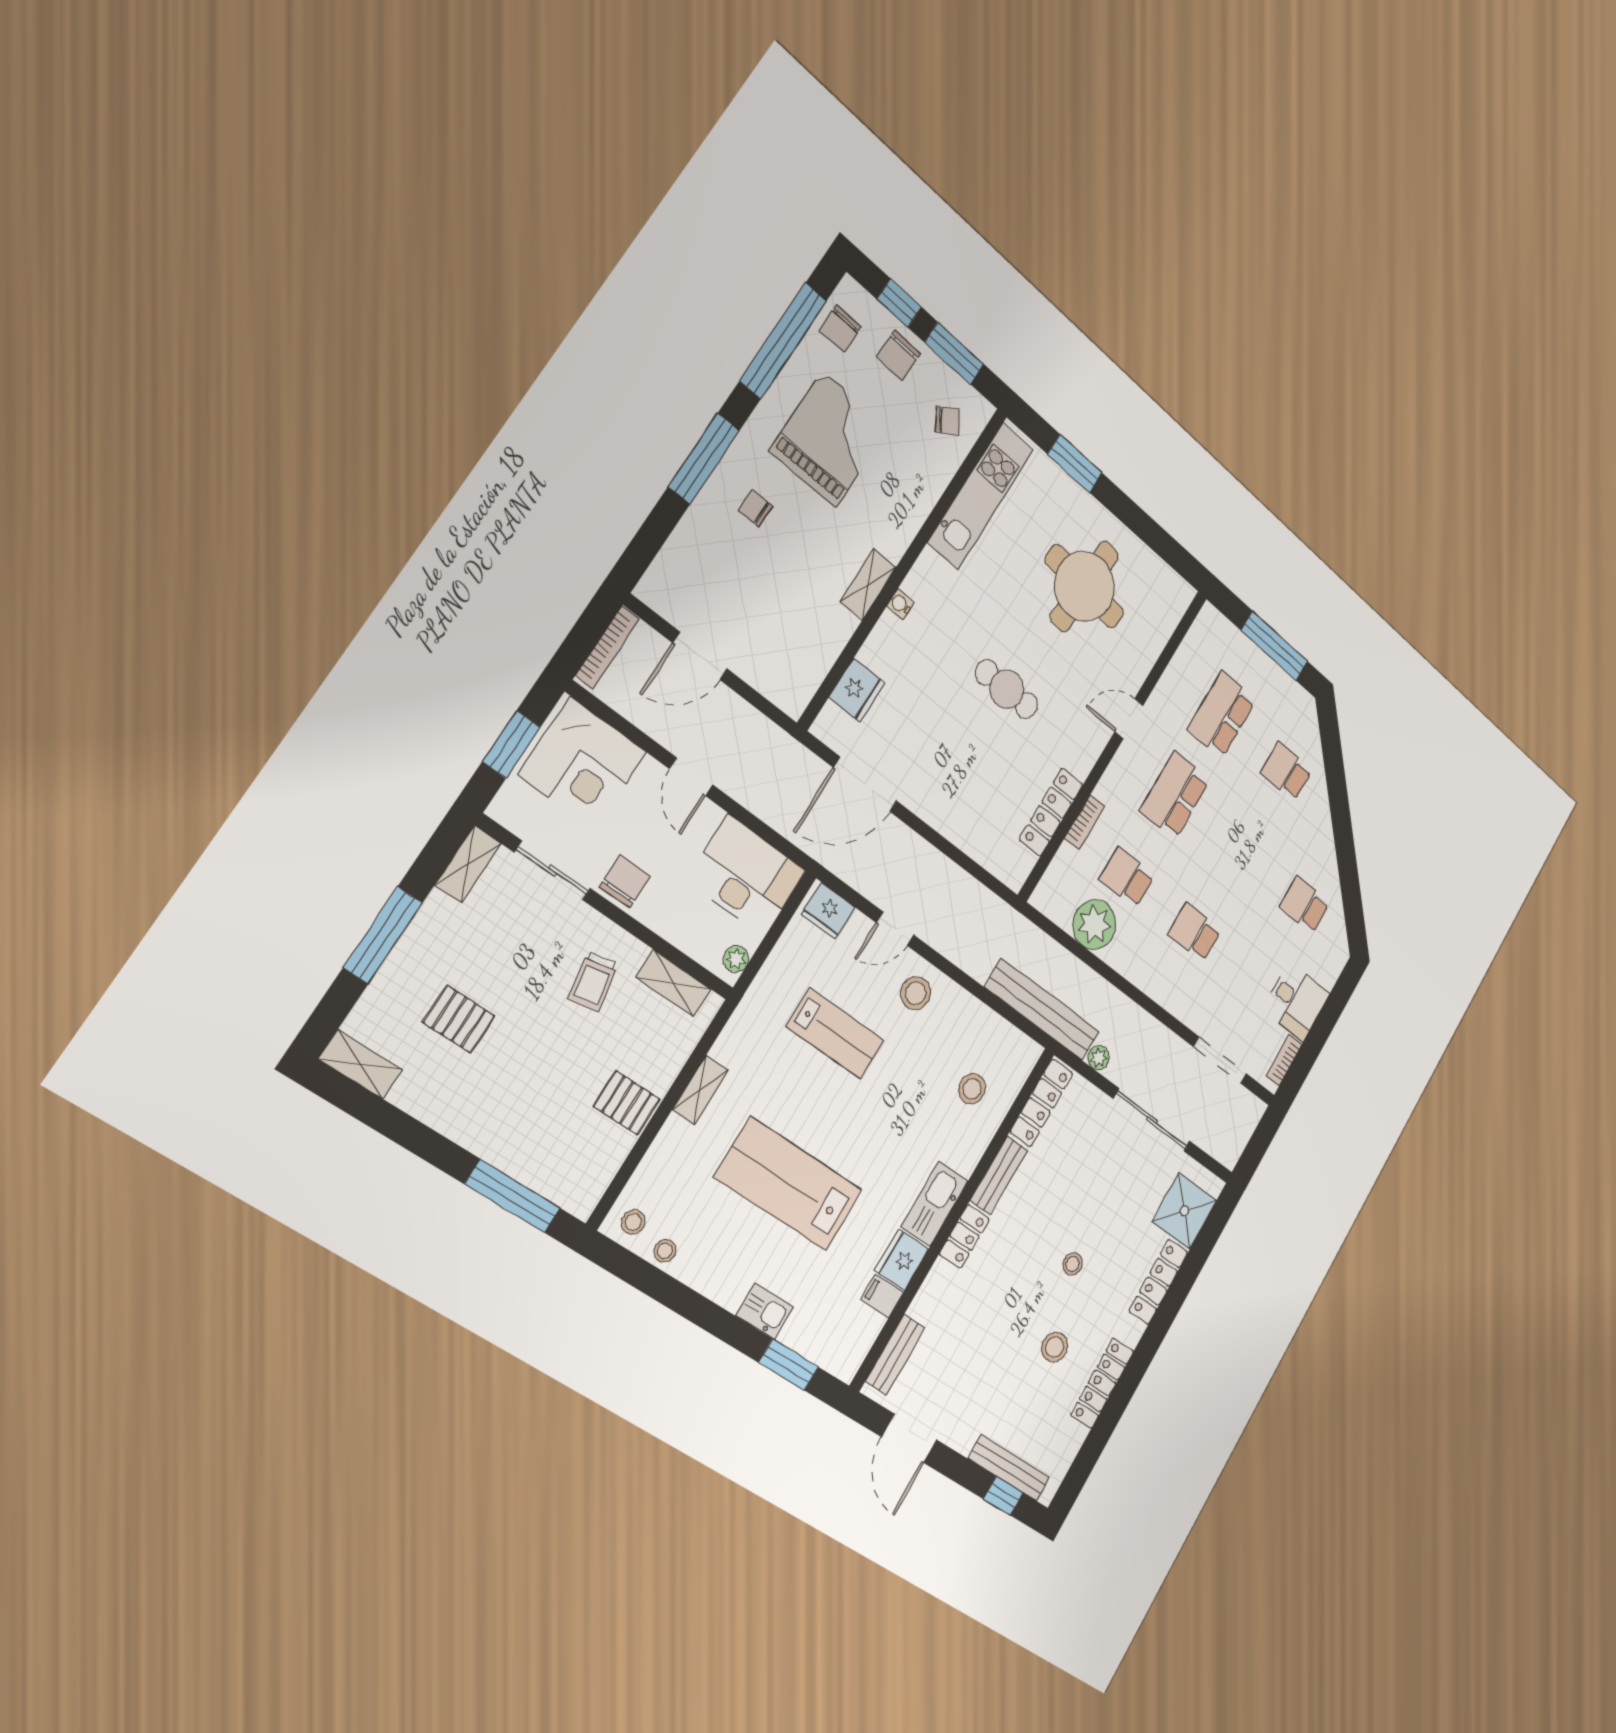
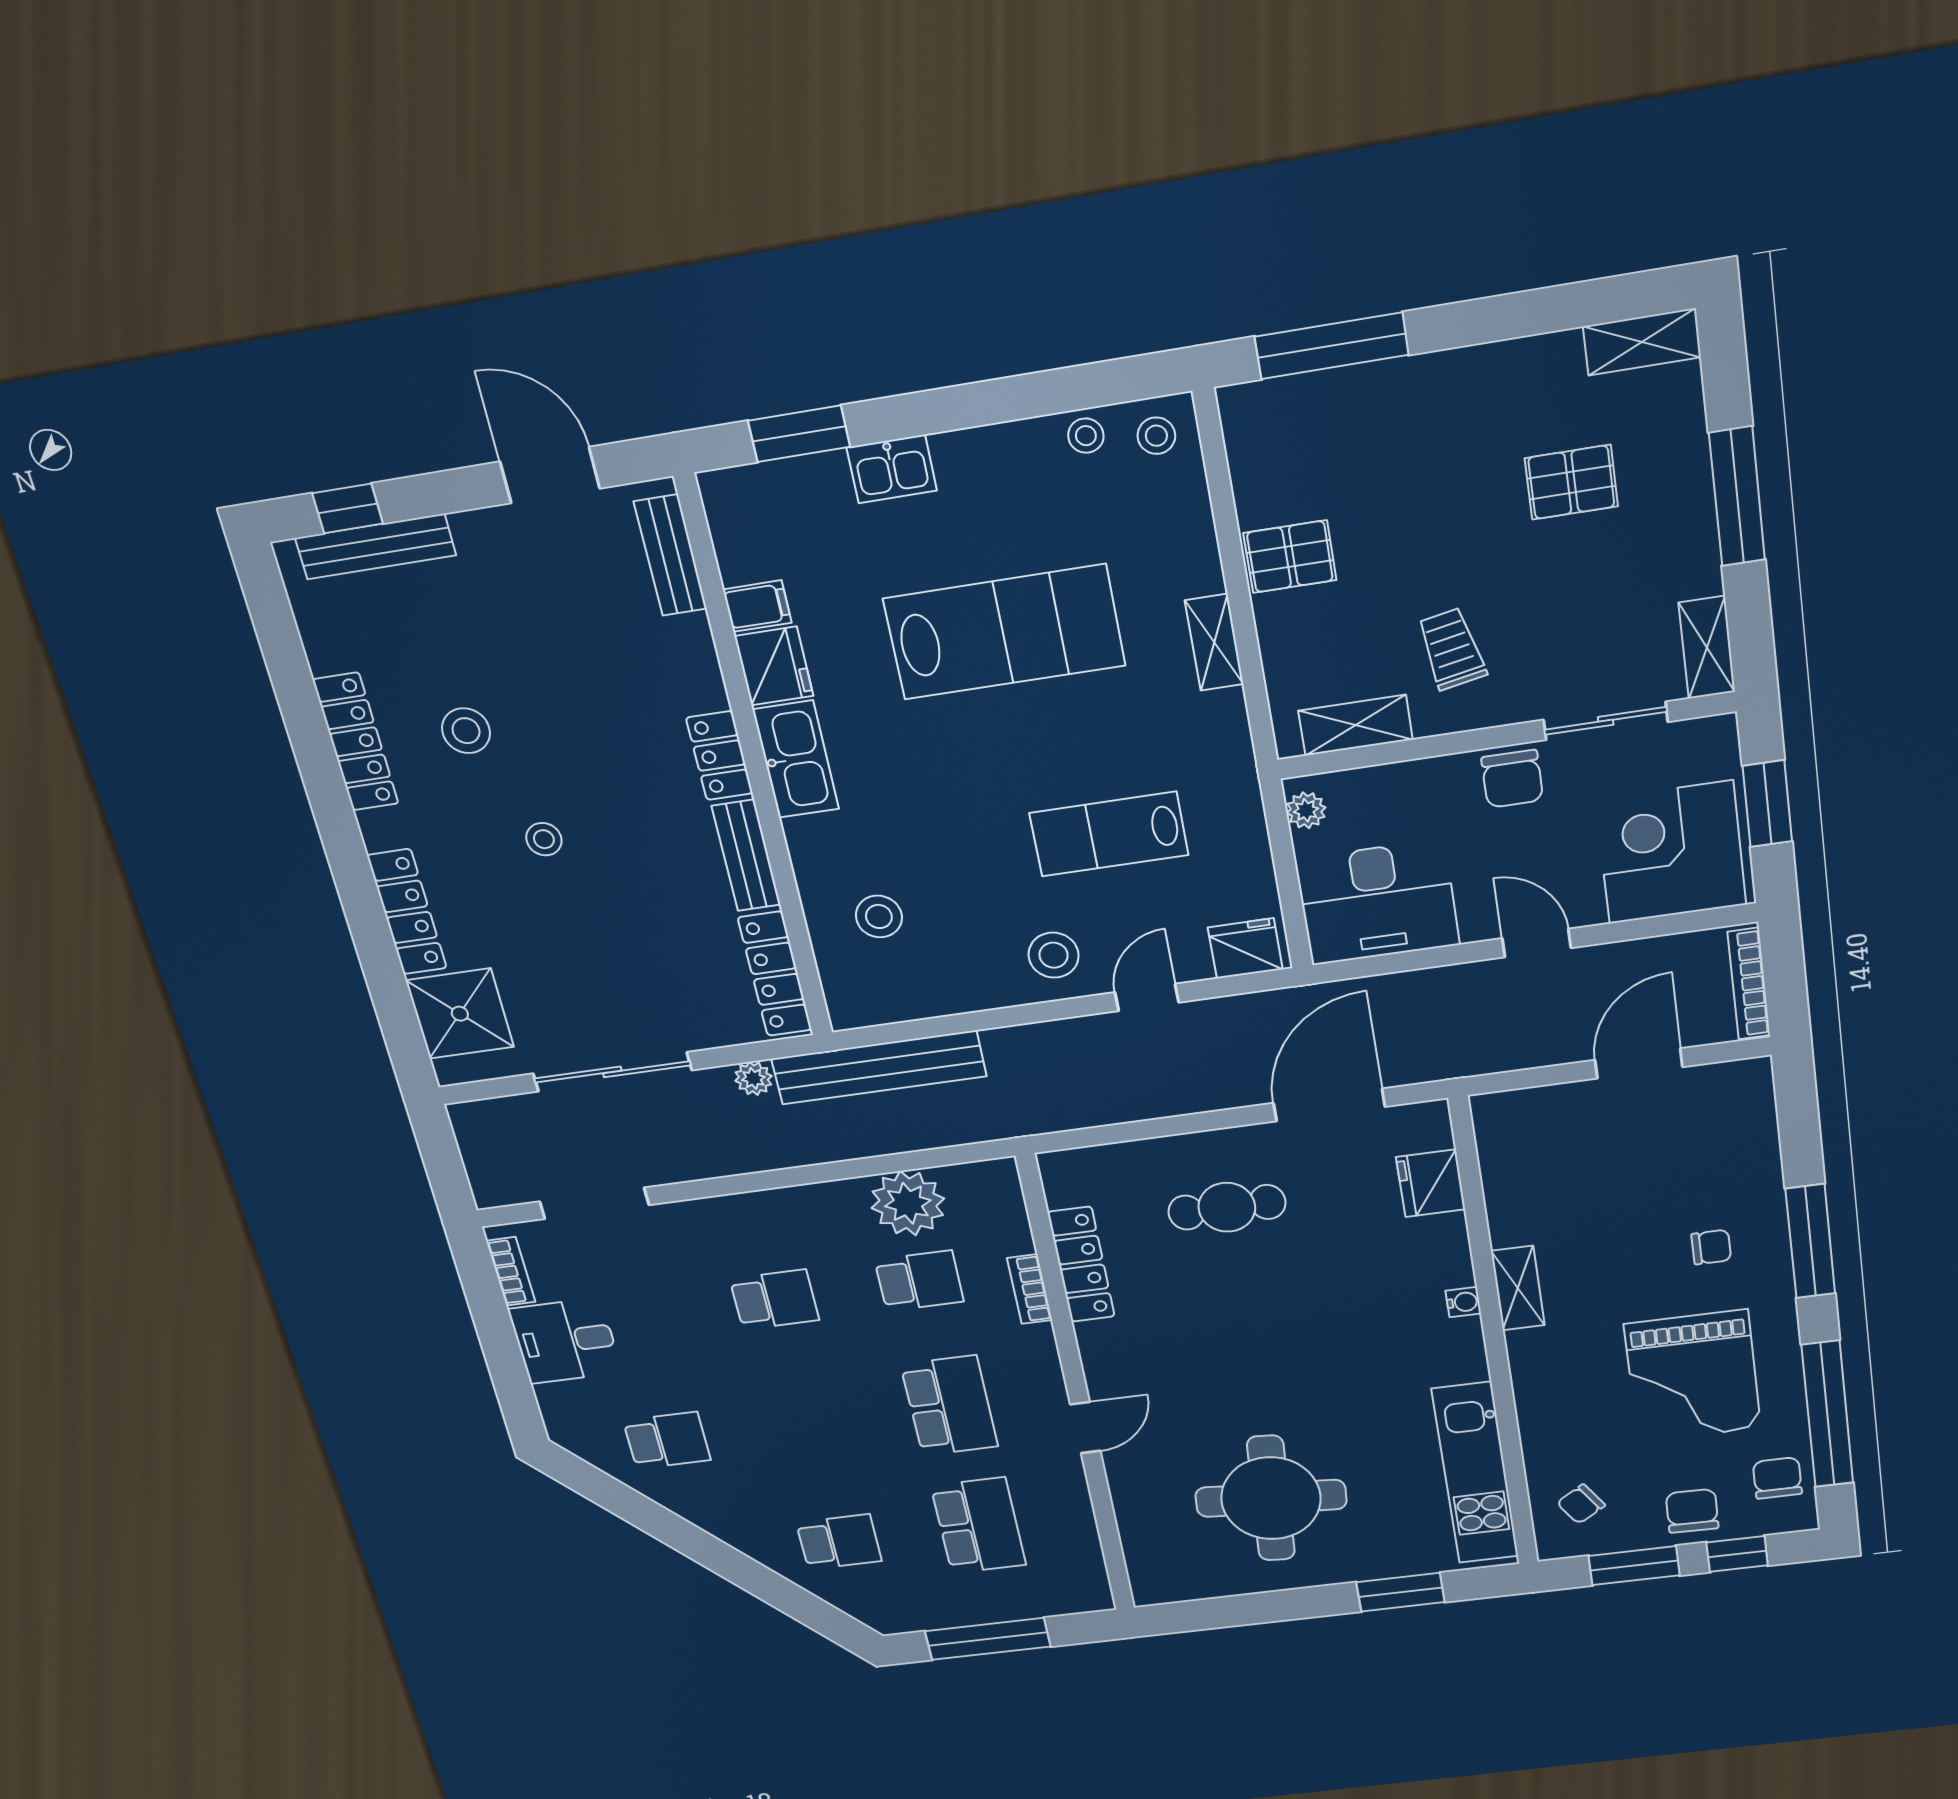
cafe table: (1007, 689) -> (1227, 1207), moved

